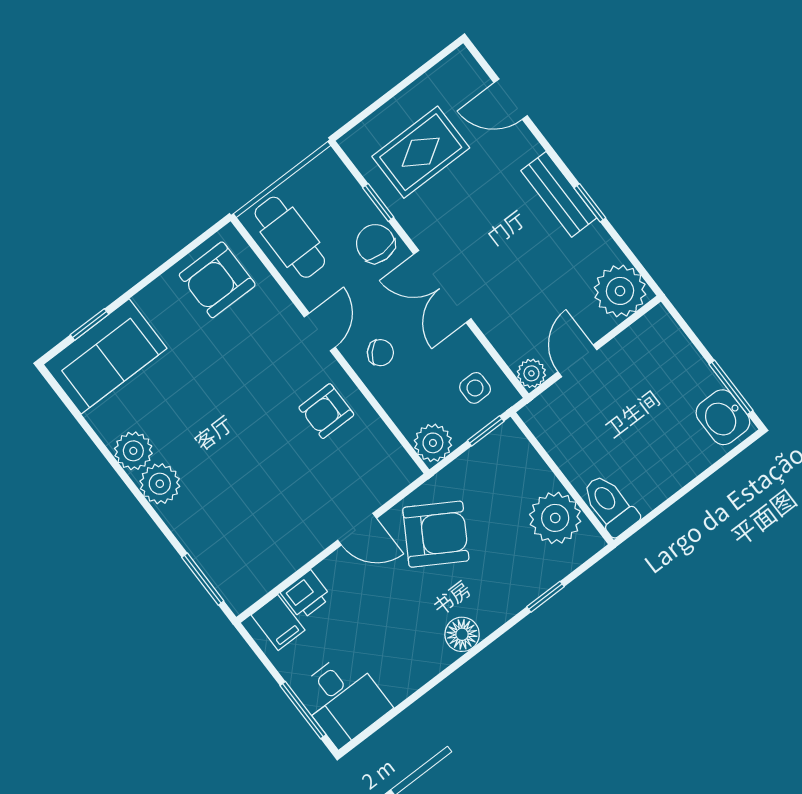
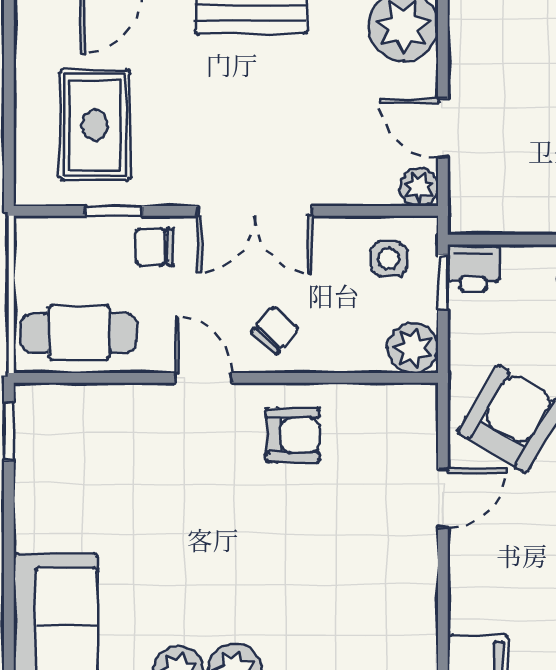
chair: (375, 244) -> (155, 247), width x0.73, depth x0.73
armchair: (217, 280) -> (65, 444), removed
window: (89, 324) -> (9, 431), moved
armchair: (326, 411) -> (293, 435), turned -90
printer: (306, 595) -> (473, 268), moved, turned 90

